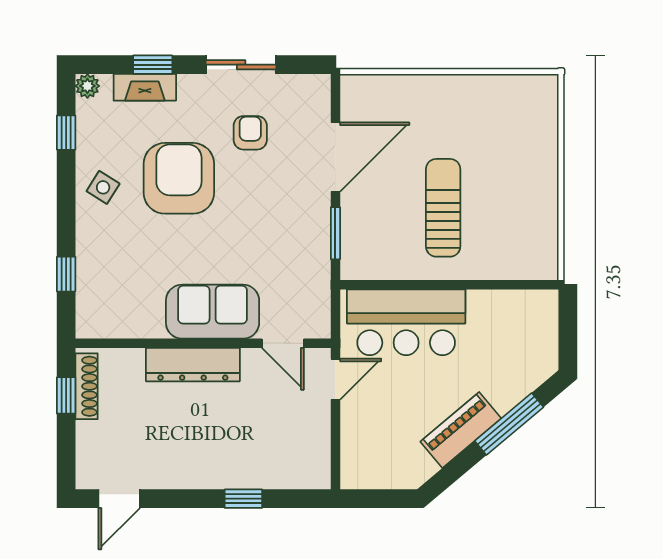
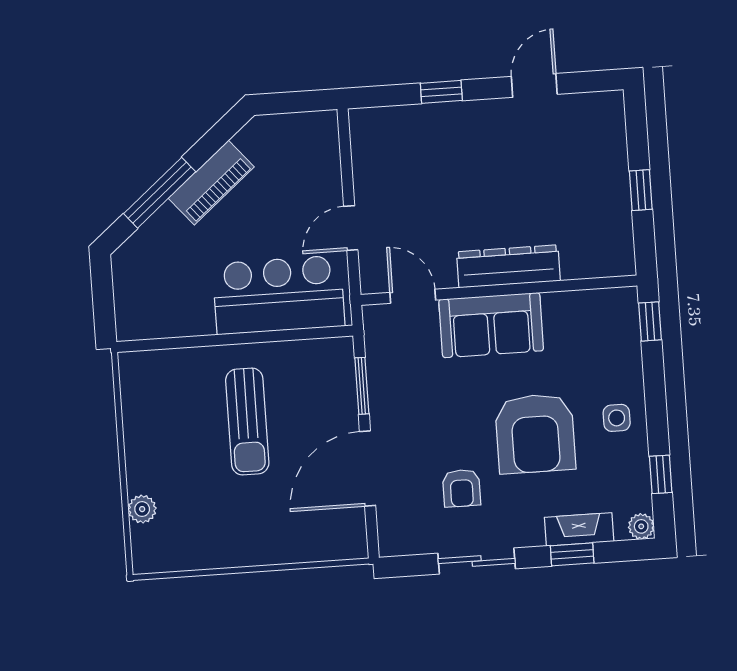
plant: (545, 134) -> (142, 509), added
side table: (103, 187) -> (617, 418), turned -32
sofa: (213, 312) -> (491, 325), moved
wall: (203, 343) -> (499, 290), moved
door: (283, 343) -> (413, 296), moved
dresser: (193, 365) -> (508, 266), moved
shoe rack: (87, 386) -> (619, 202), removed
door: (119, 499) -> (534, 85), moved

